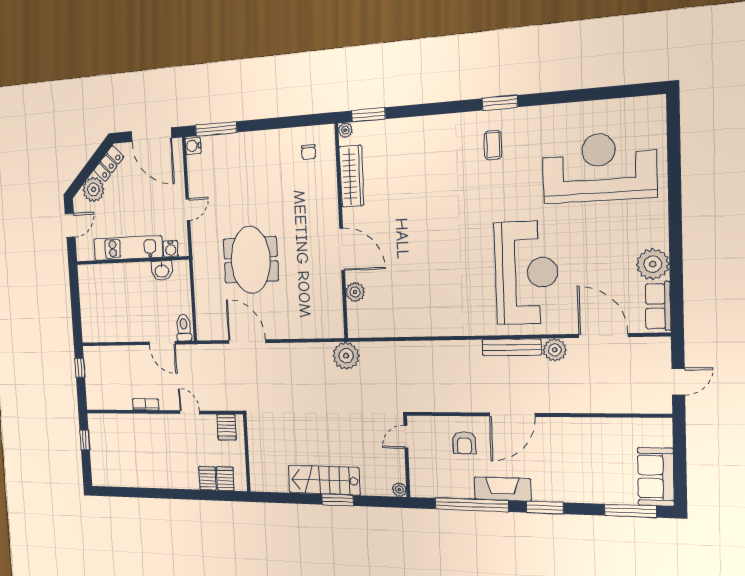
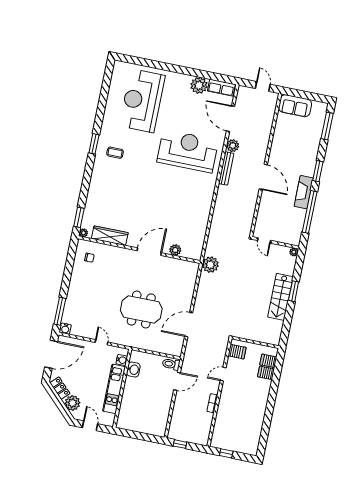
door: (603, 336) -> (231, 119), hinge flipped
armchair: (464, 443) -> (274, 207), removed
sofa: (656, 477) -> (295, 106), moved

